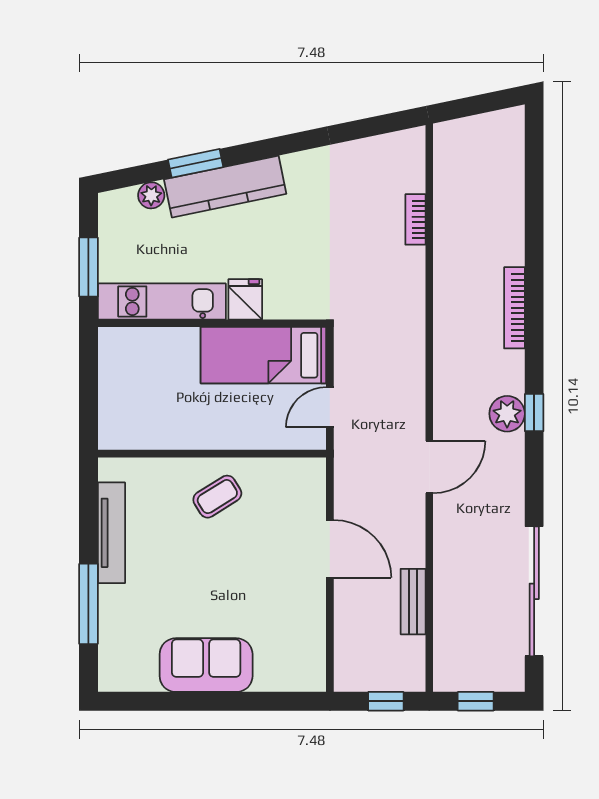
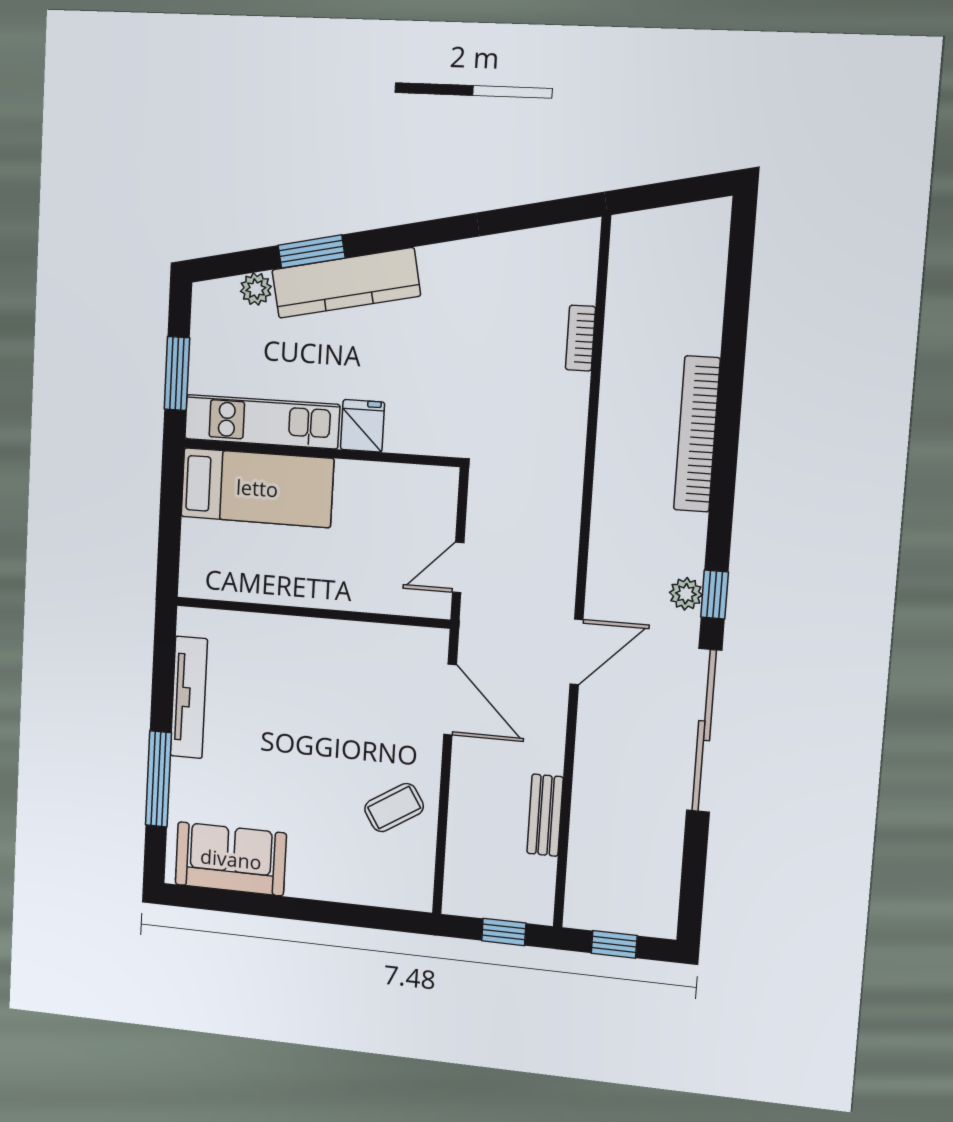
bookcase: (514, 308) -> (697, 434), width x1.48, depth x1.31
bed: (263, 355) -> (257, 488), moved, turned 180
plant: (507, 414) -> (686, 594), width x0.73, depth x0.73
coffee table: (217, 497) -> (394, 808), moved
door: (330, 549) -> (450, 699), moved
sliding door: (534, 591) -> (704, 731), moved
sofa: (206, 665) -> (231, 859), moved

